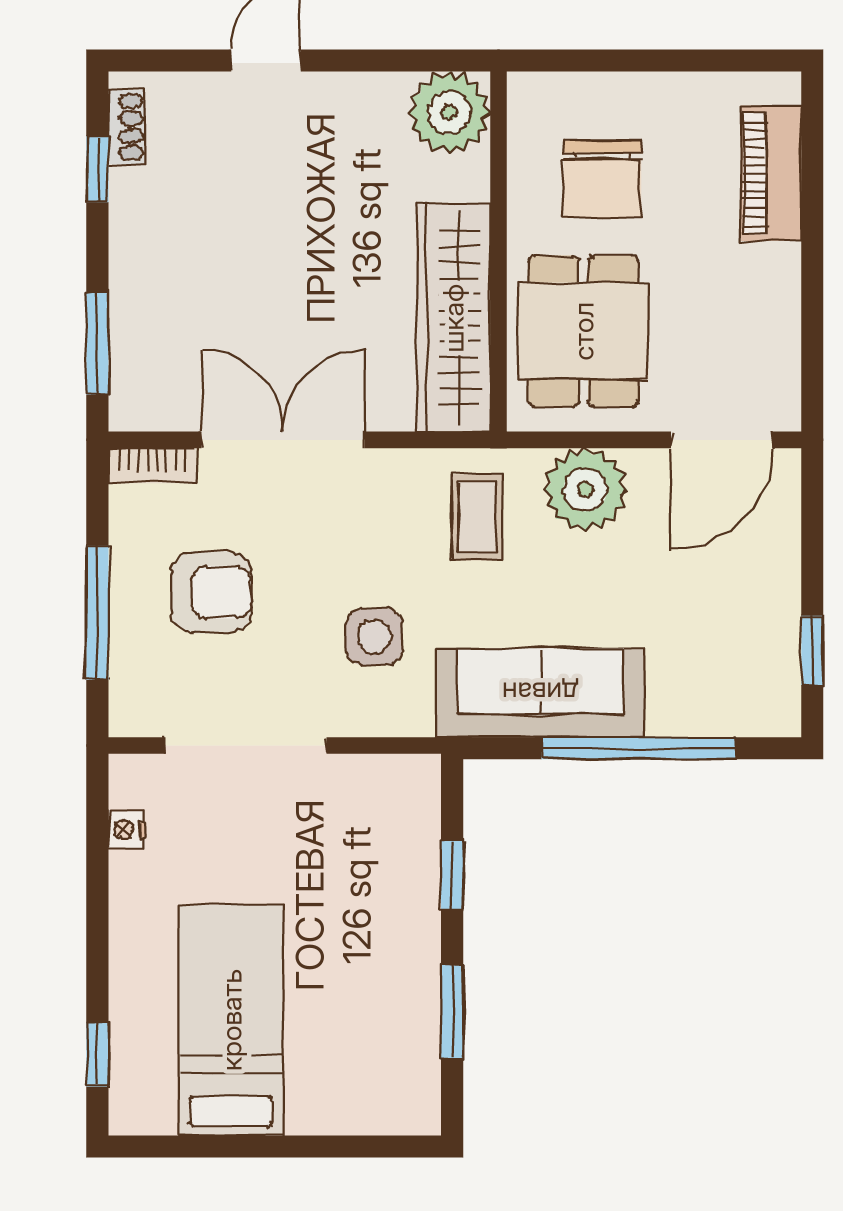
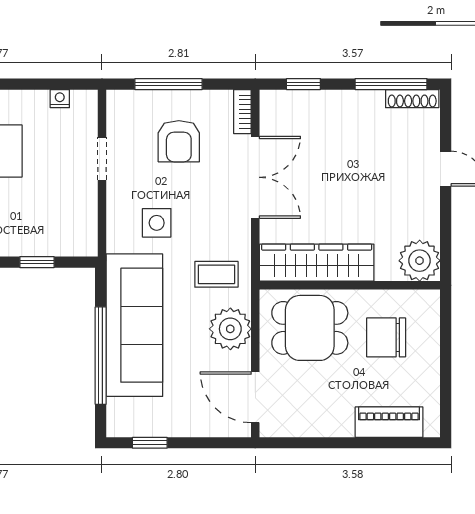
shoe rack: (126, 127) -> (412, 99), width x1.43
window: (97, 169) -> (391, 84), width x2.17
window: (97, 344) -> (303, 84), width x0.67
sofa: (540, 693) -> (134, 325), width x1.36, depth x1.27
doorway: (246, 745) -> (102, 159), width x0.53

